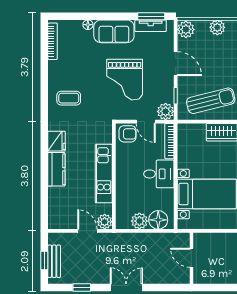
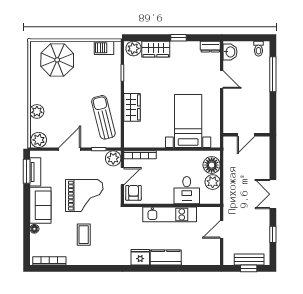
coffee table: (69, 98) -> (84, 235), moved
desk: (159, 174) -> (187, 190), moved, turned 180
plant: (105, 222) -> (213, 214), removed

